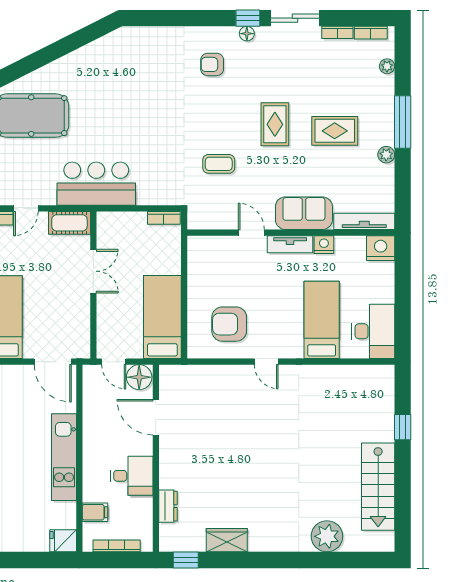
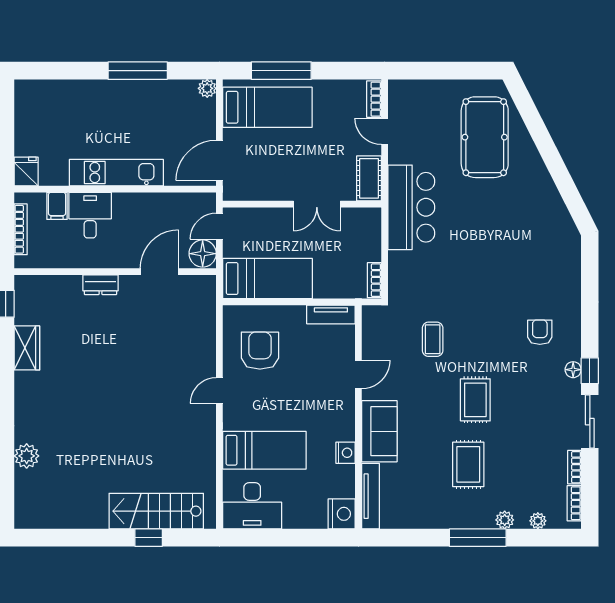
rug: (275, 124) -> (475, 400), turned 90
plant: (386, 155) -> (505, 520), moved
tv unit: (290, 244) -> (331, 314), moved, turned -90
desk: (132, 476) -> (90, 215), moved, turned 180
stairs: (378, 487) -> (156, 511), moved
dresser: (168, 506) -> (101, 285), moved
plant: (327, 536) -> (27, 456), width x0.73, depth x0.73

